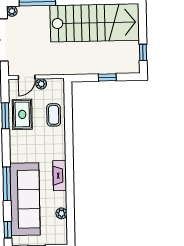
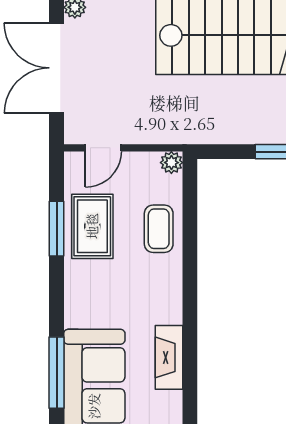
plant: (41, 84) -> (171, 163), moved

